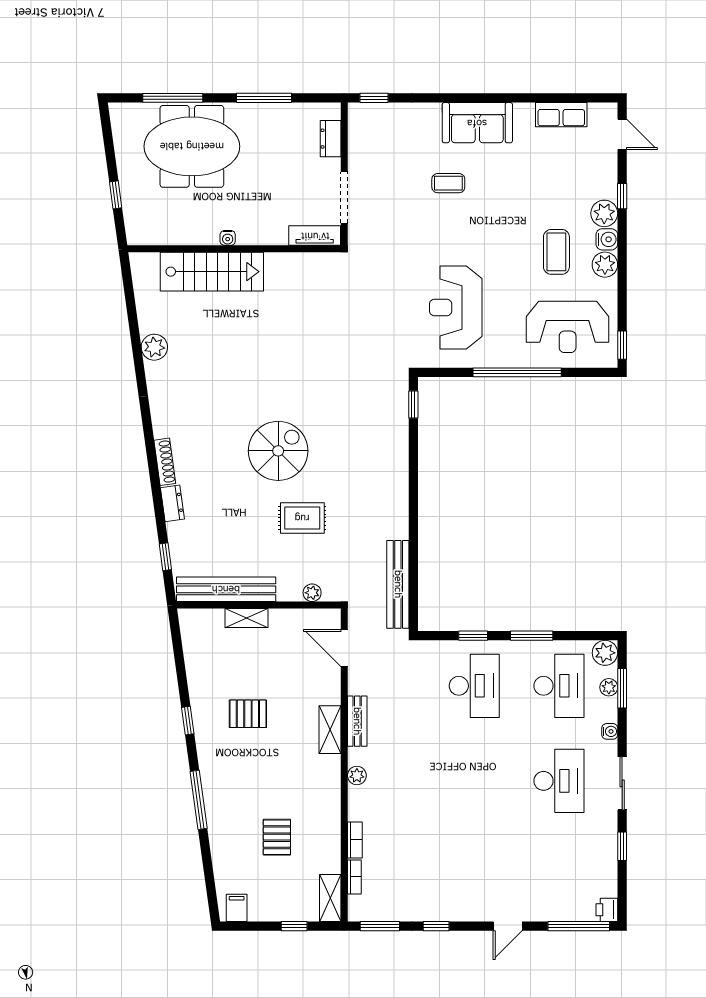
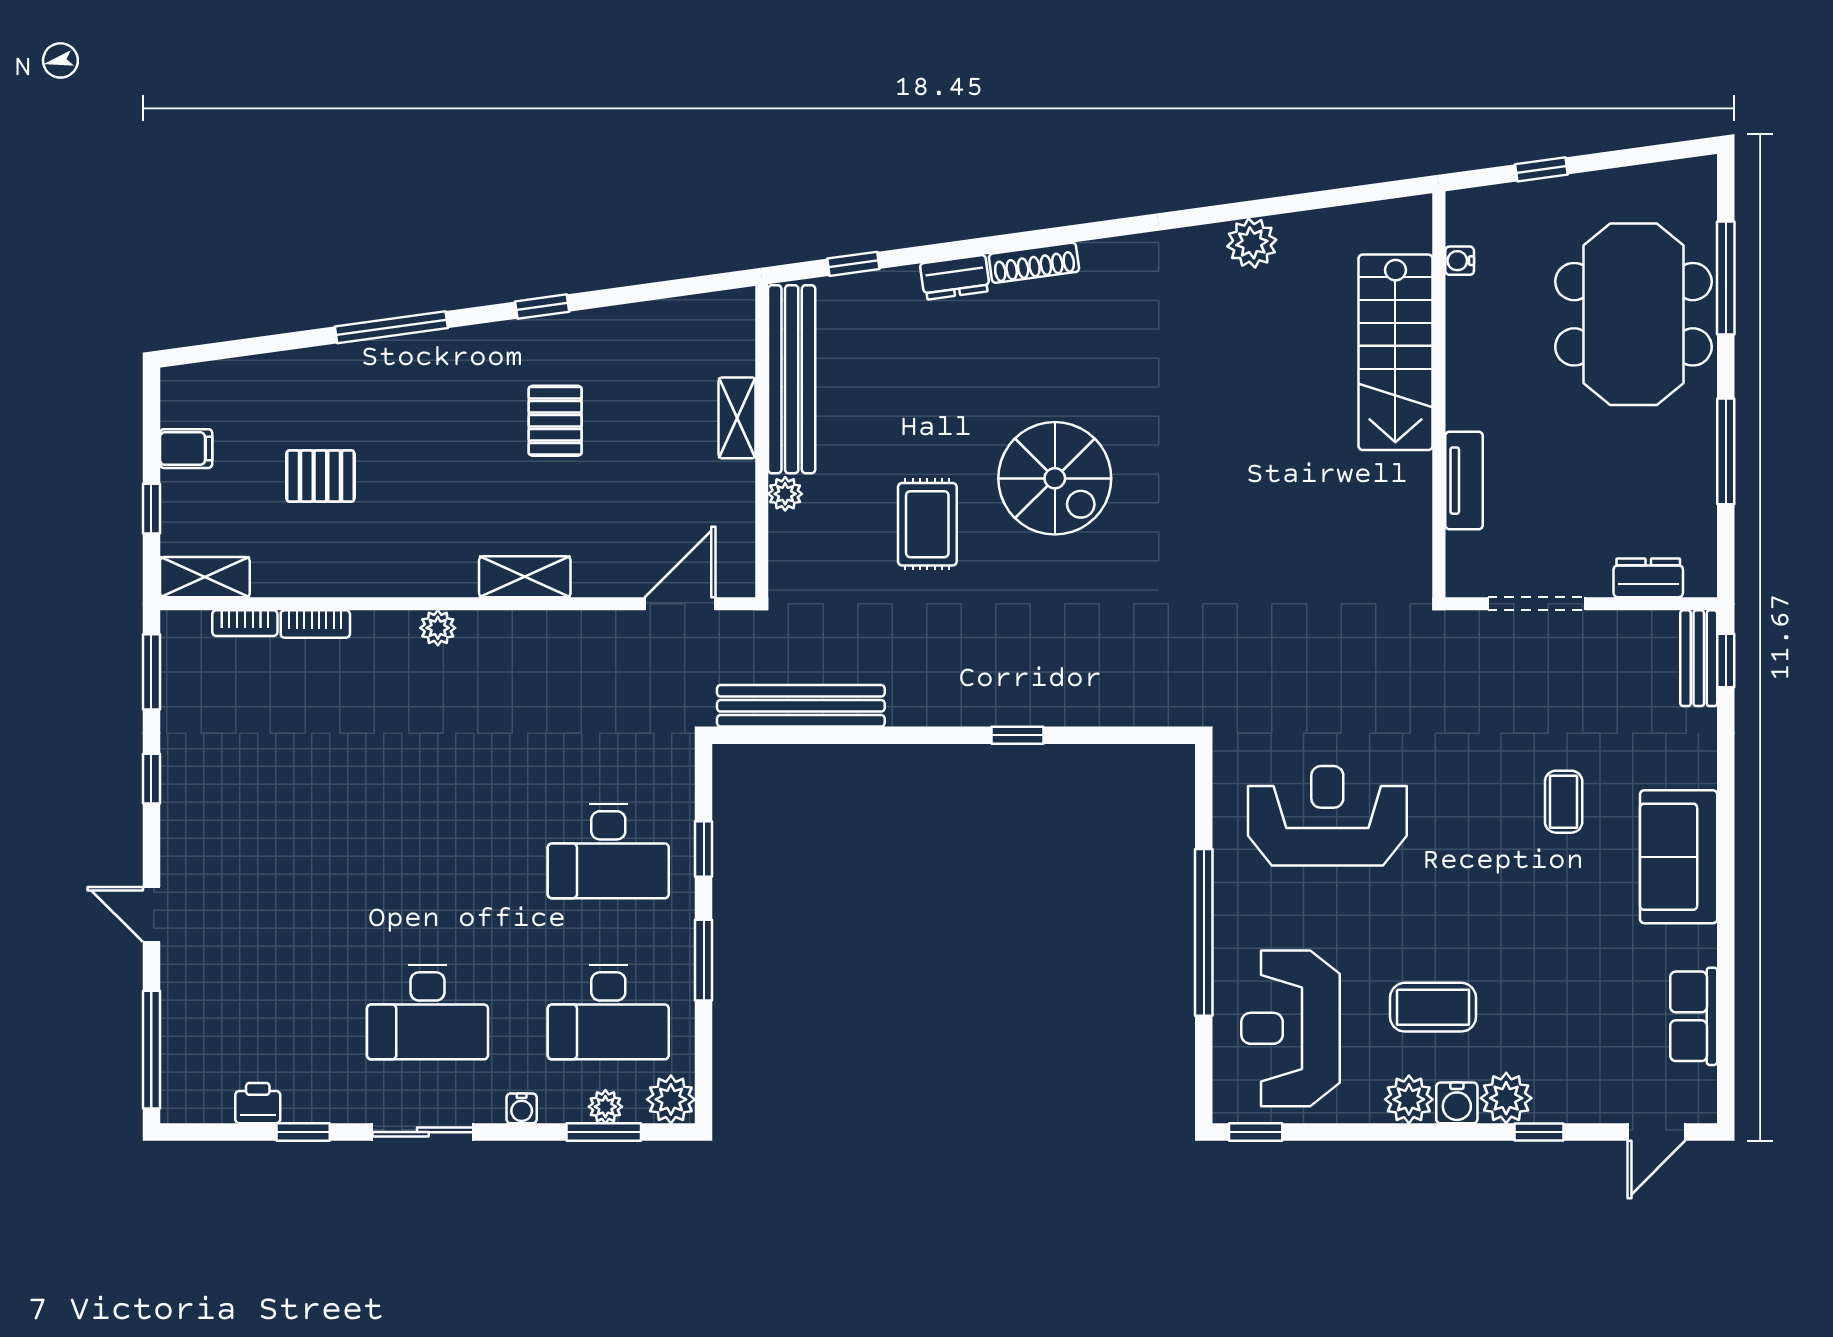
tv unit: (315, 236) -> (1464, 481), moved
water cooler: (228, 238) -> (1460, 261), moved
window: (413, 404) -> (1018, 735), moved
plant: (312, 593) -> (785, 494), moved
bench: (357, 721) -> (1699, 658), moved, turned 90
filing cabinet: (237, 908) -> (186, 449), moved
printer: (607, 910) -> (258, 1103), moved

